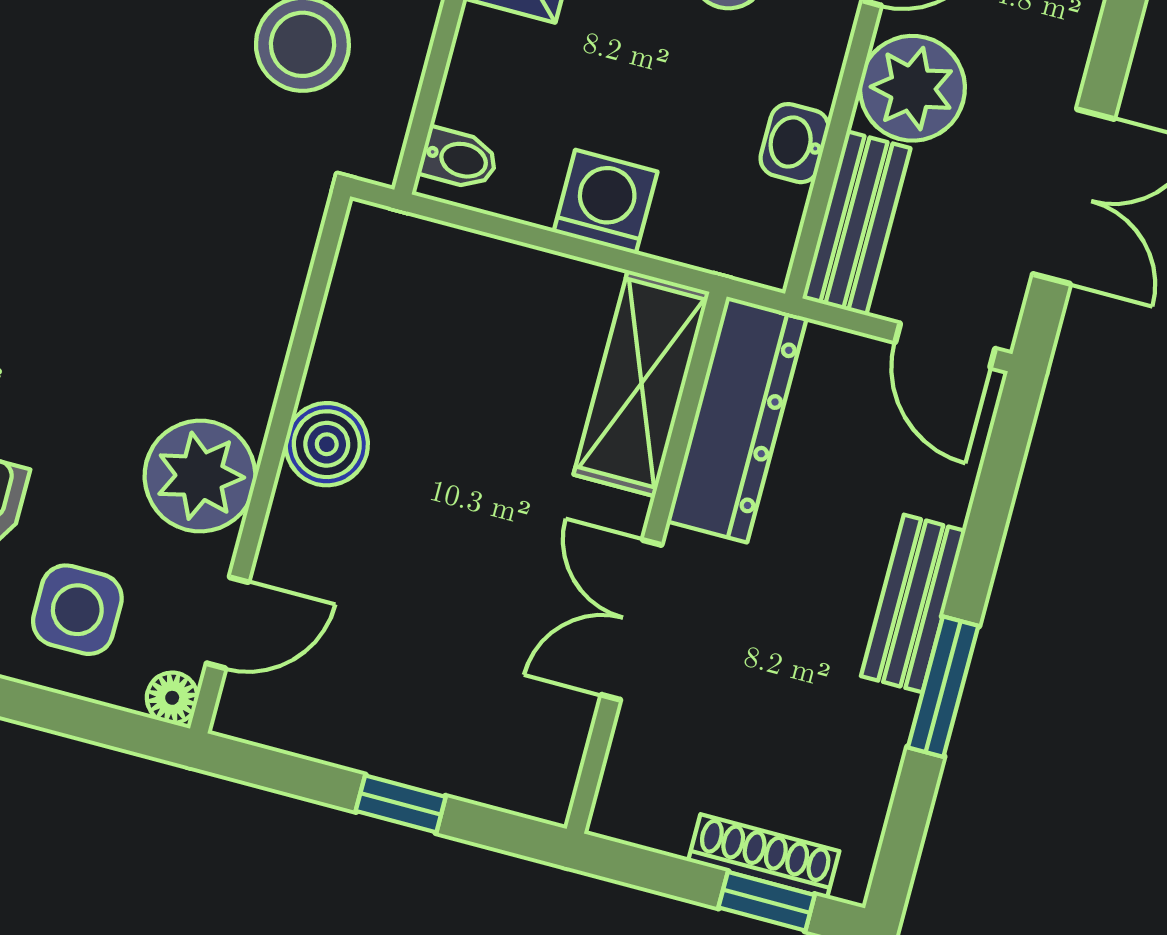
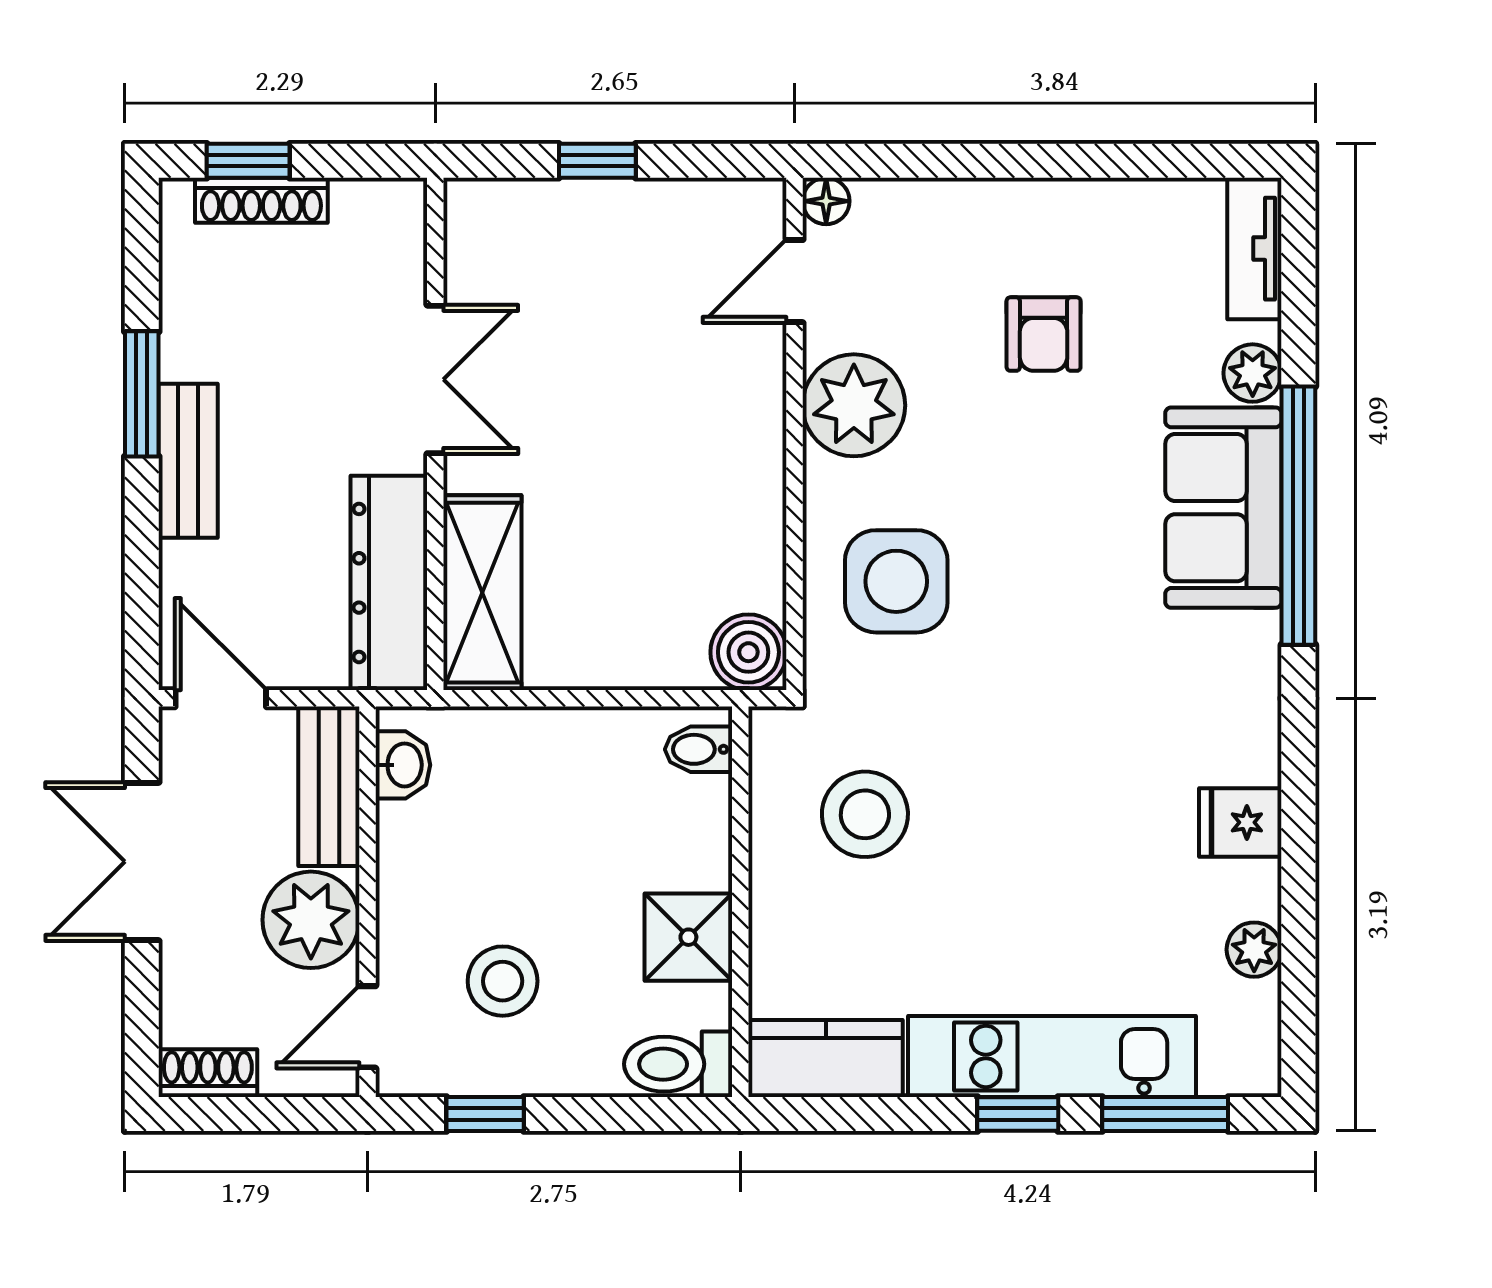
washbasin: (795, 143) -> (403, 765), moved
washing machine: (605, 202) -> (558, 746), removed
boiler: (327, 444) -> (748, 652), moved
side table: (77, 610) -> (896, 581), moved, width x1.37, depth x1.37

